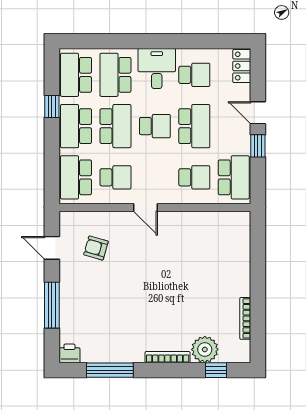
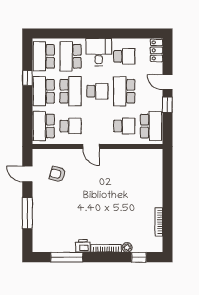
school desk: (194, 126) -> (124, 91), turned 180
plant: (205, 349) -> (127, 247), width x0.53, depth x0.53
printer: (69, 353) -> (83, 246), moved

